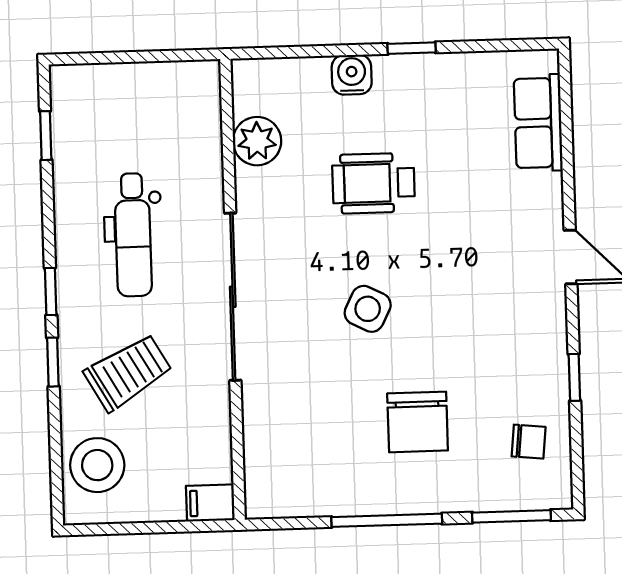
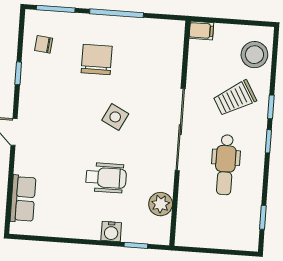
window: (412, 48) -> (136, 245), moved
dental chair: (133, 235) -> (225, 165), turned 180

